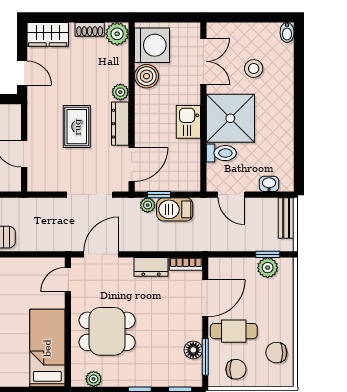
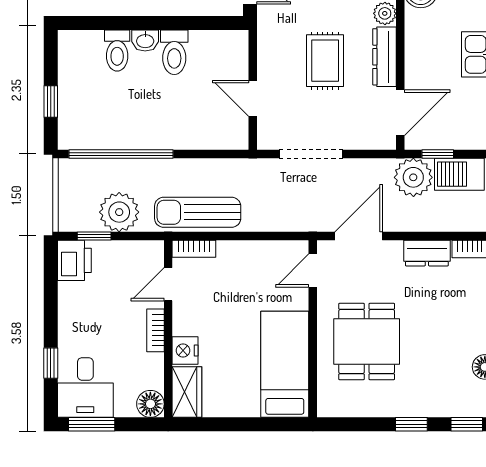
doorway: (90, 195) -> (311, 154), moved
plant: (148, 205) -> (413, 177), width x1.88, depth x1.88
dining table: (107, 331) -> (367, 342), turned 90
plant: (94, 379) -> (348, 407), removed

